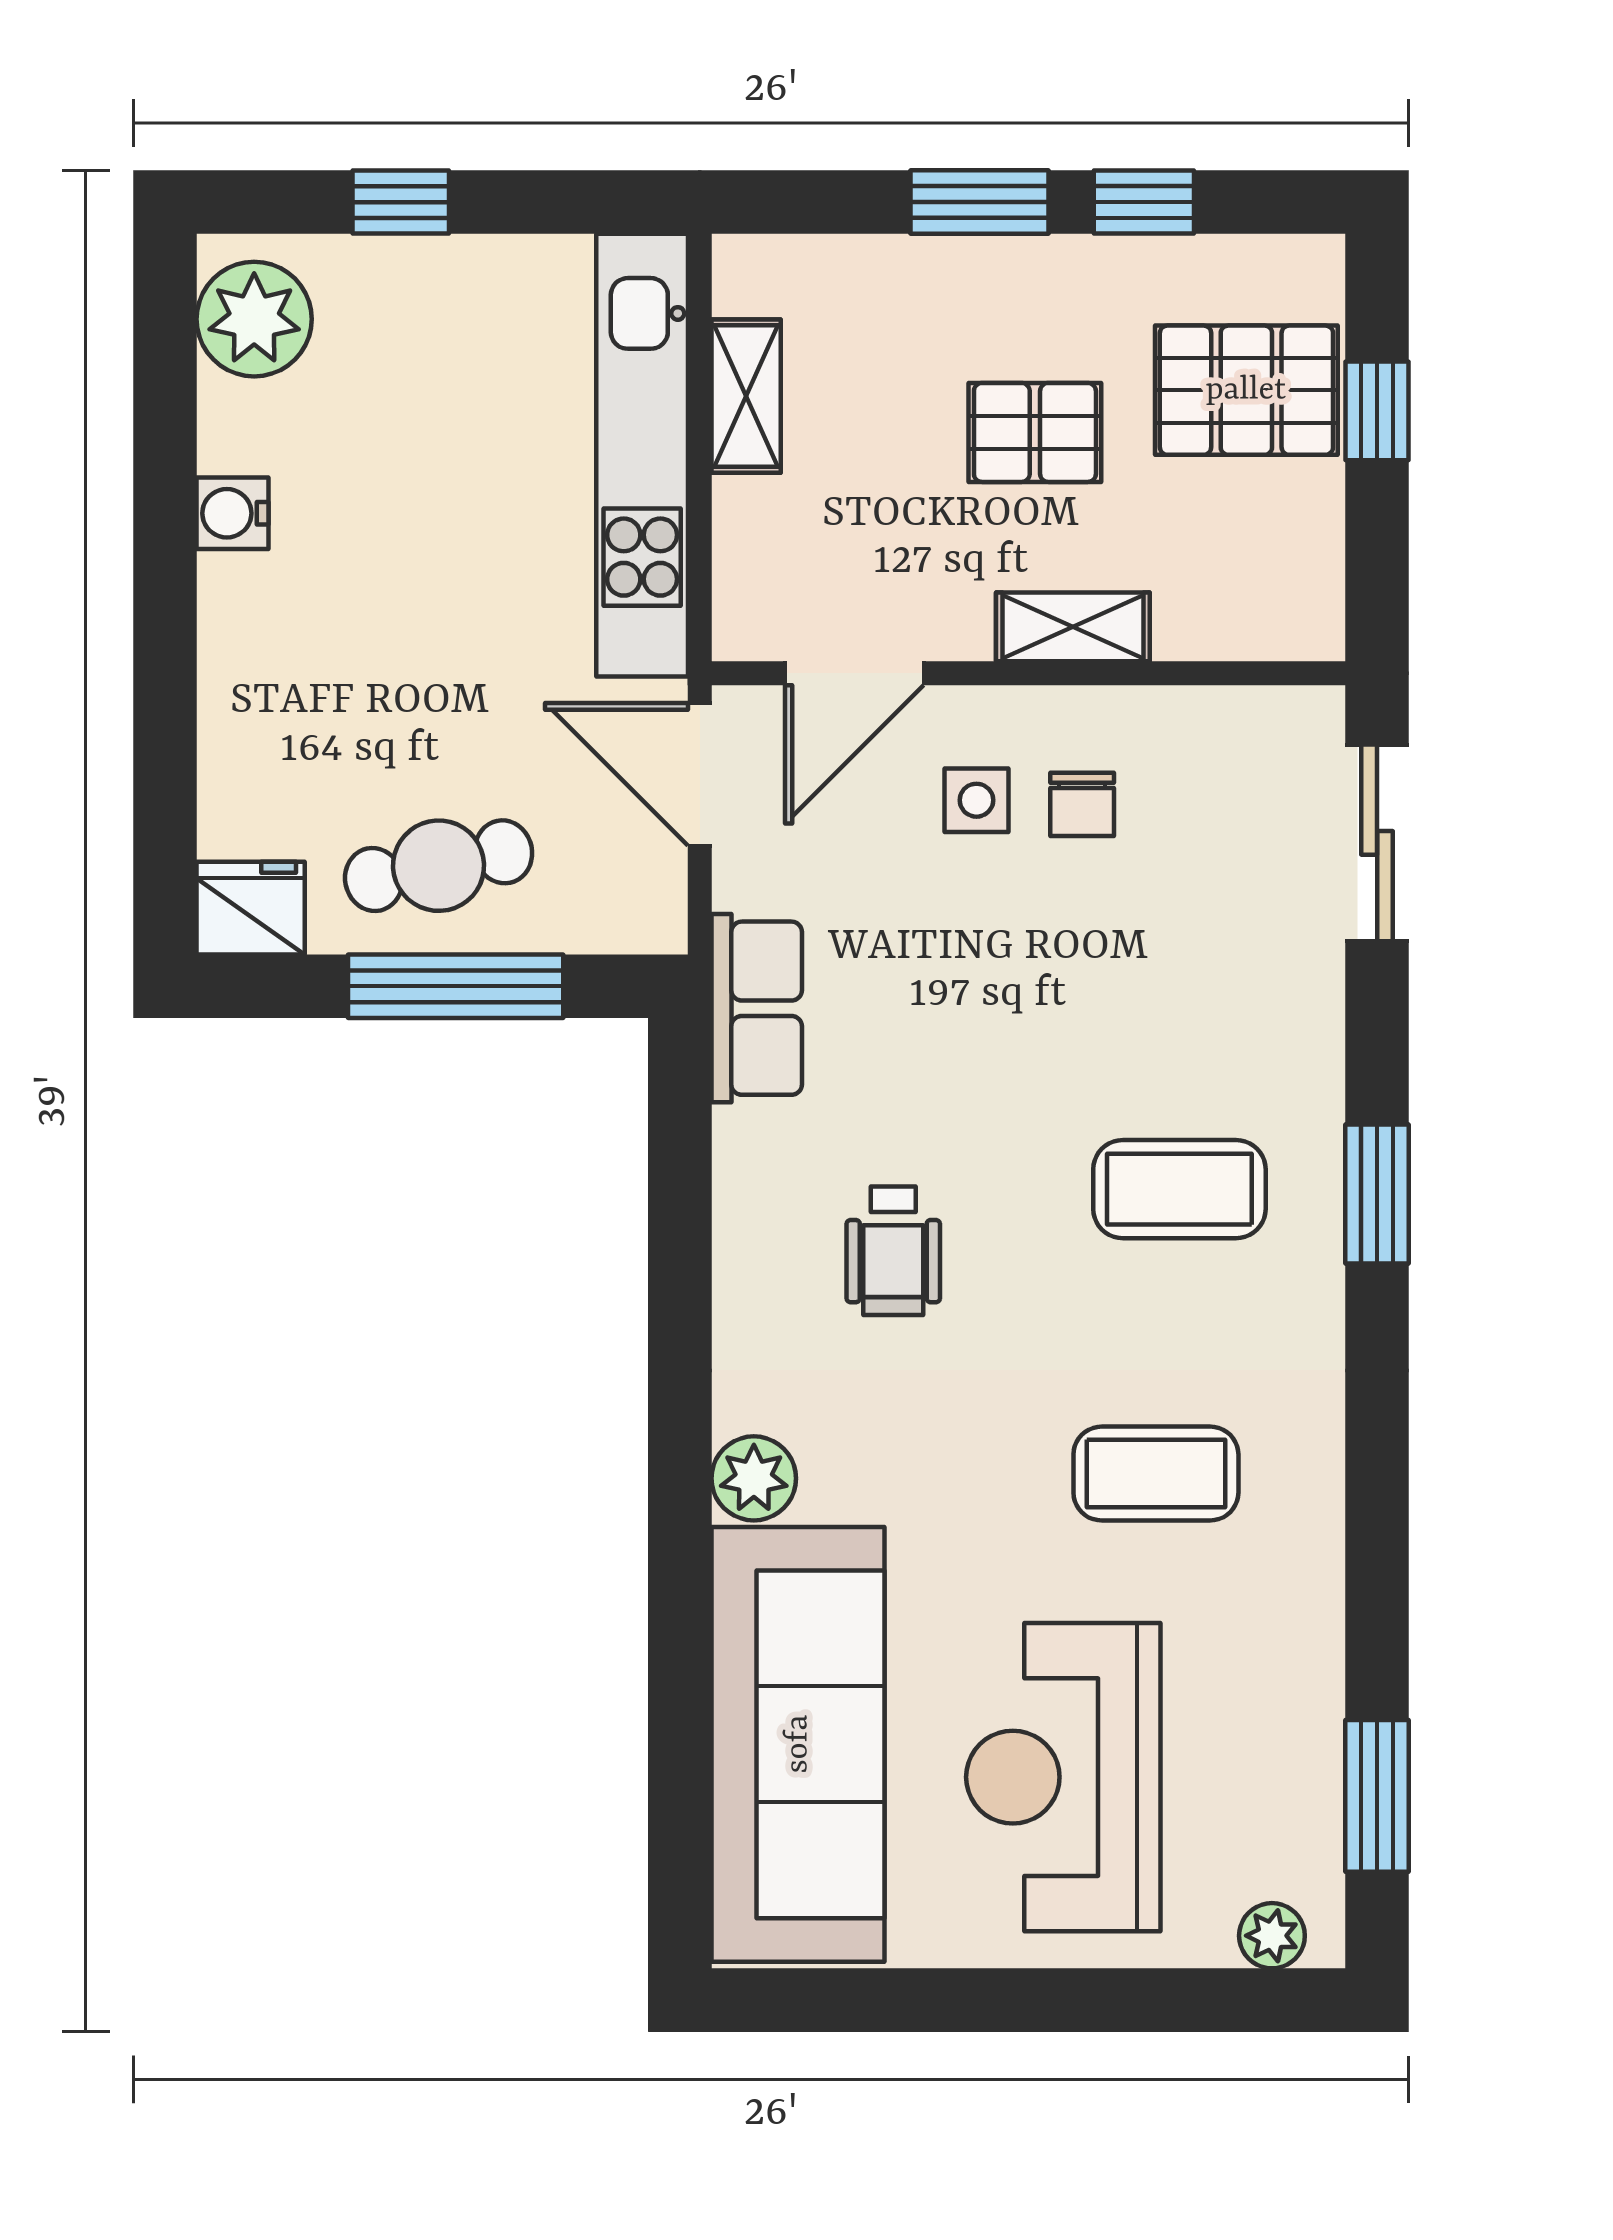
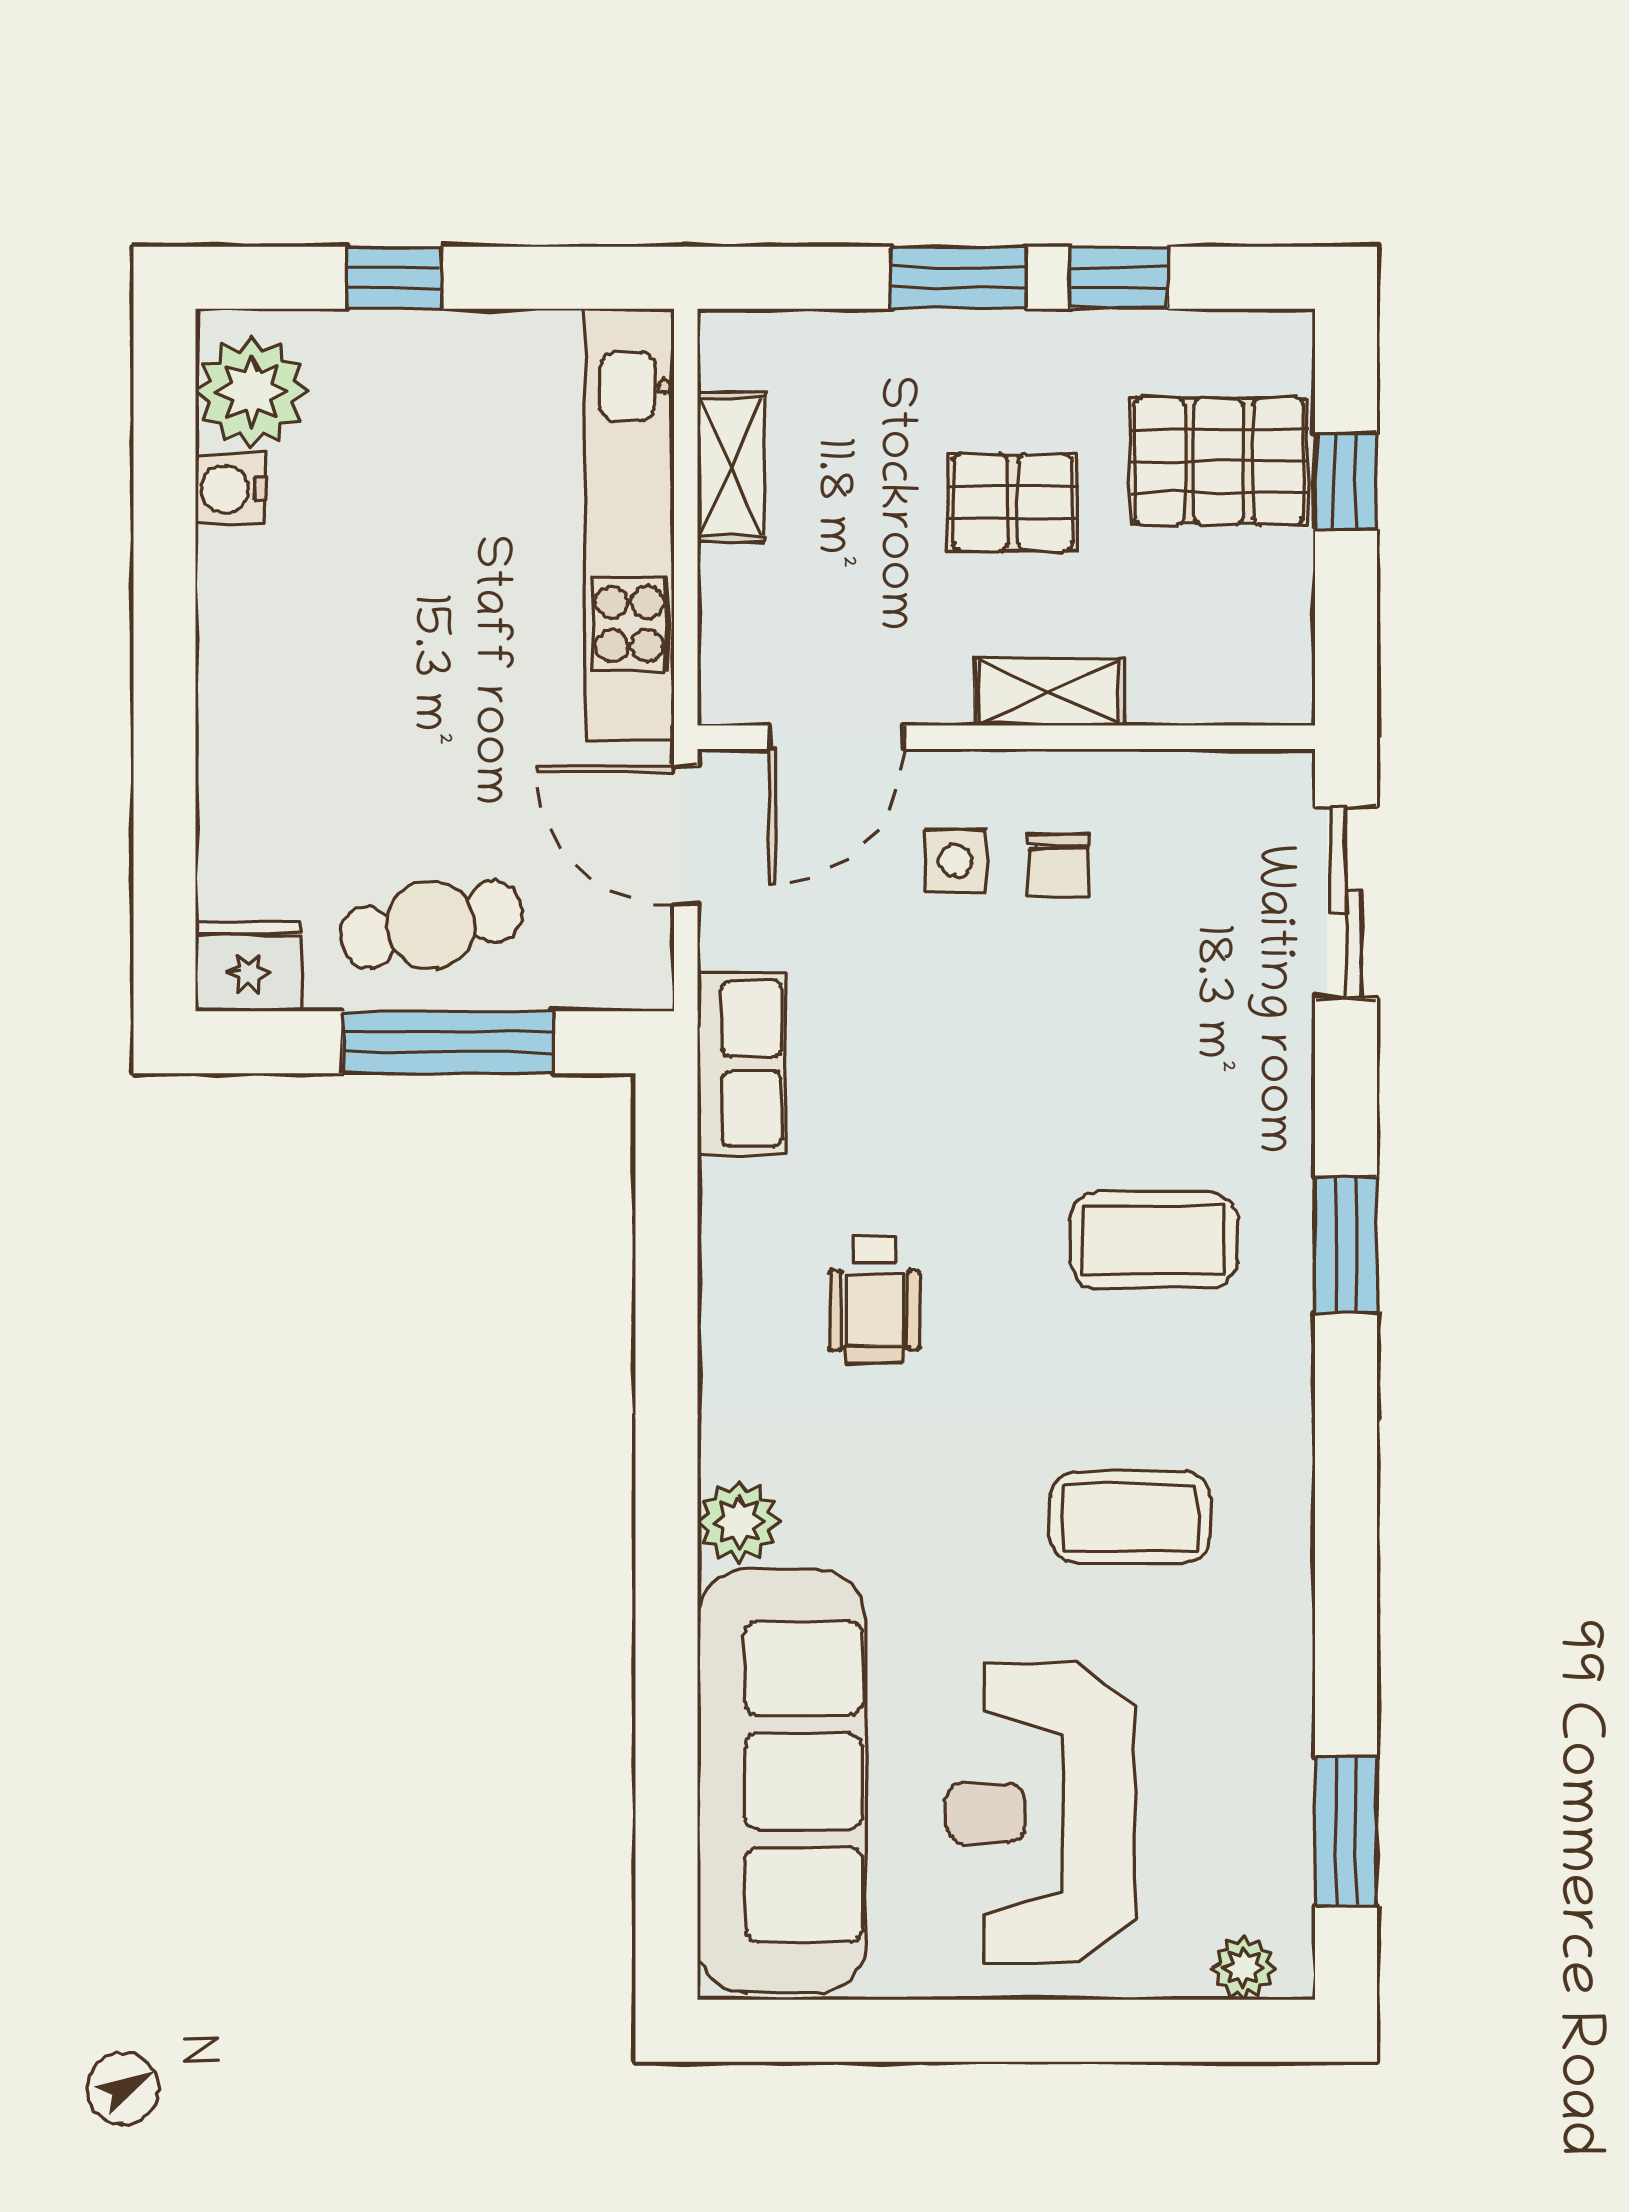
water cooler: (233, 513) -> (230, 489), moved

